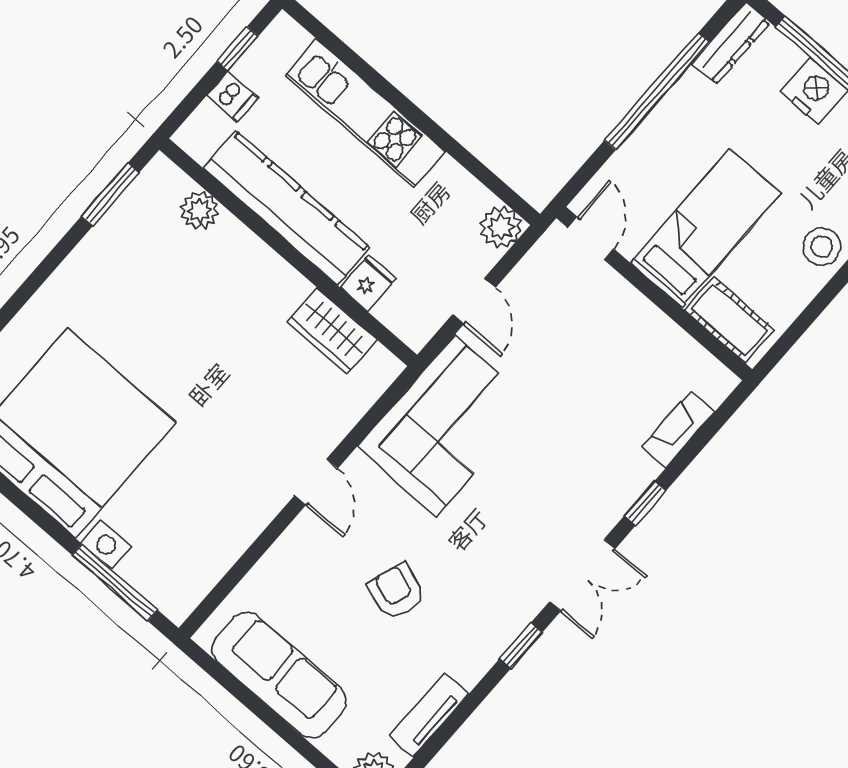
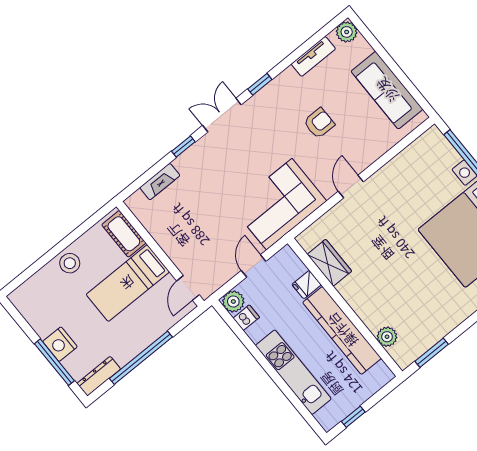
dishwasher: (232, 97) -> (246, 318), moved, turned 90
armchair: (397, 591) -> (319, 123), turned -108

